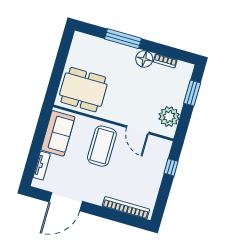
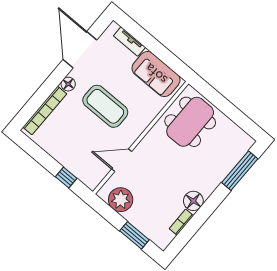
window: (123, 39) -> (240, 171), moved
coffee table: (102, 146) -> (105, 106), moved
floor lamp: (97, 199) -> (68, 84), added

